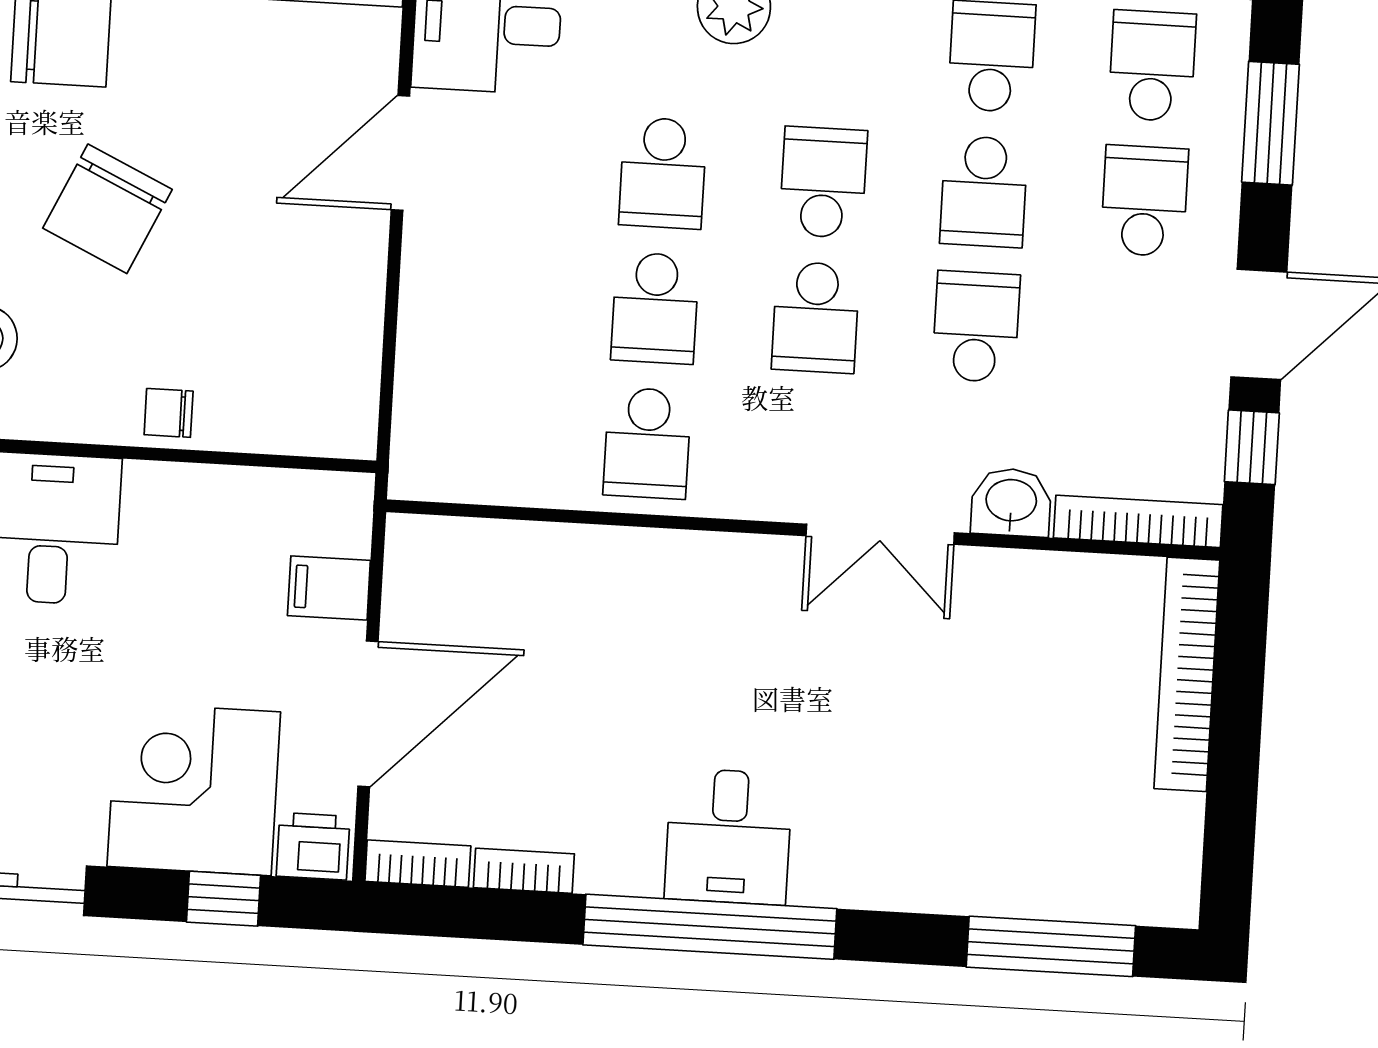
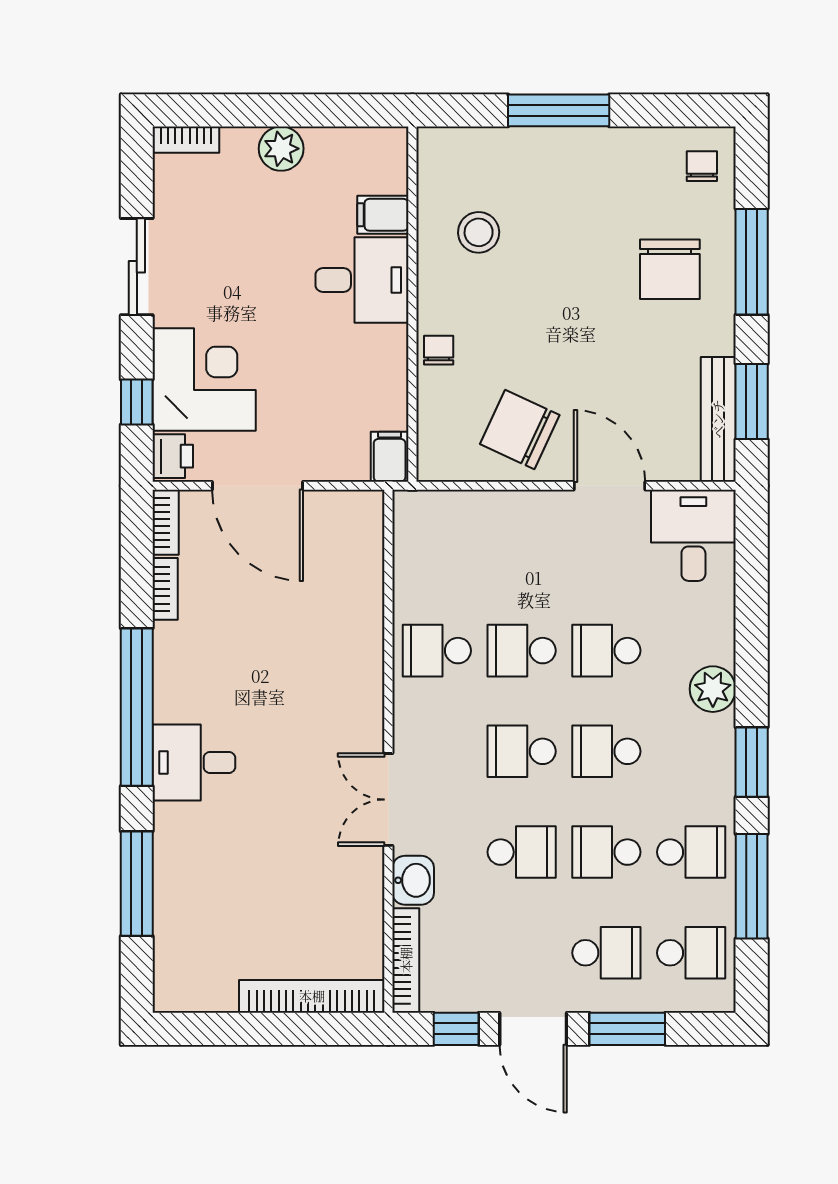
window: (1270, 123) -> (627, 1029), moved
school desk: (823, 182) -> (606, 751), turned 180
chair: (107, 209) -> (520, 430), moved
filing cabinet: (329, 588) -> (390, 457), moved
desk: (728, 836) -> (194, 762), moved
window: (1051, 946) -> (137, 884), moved

